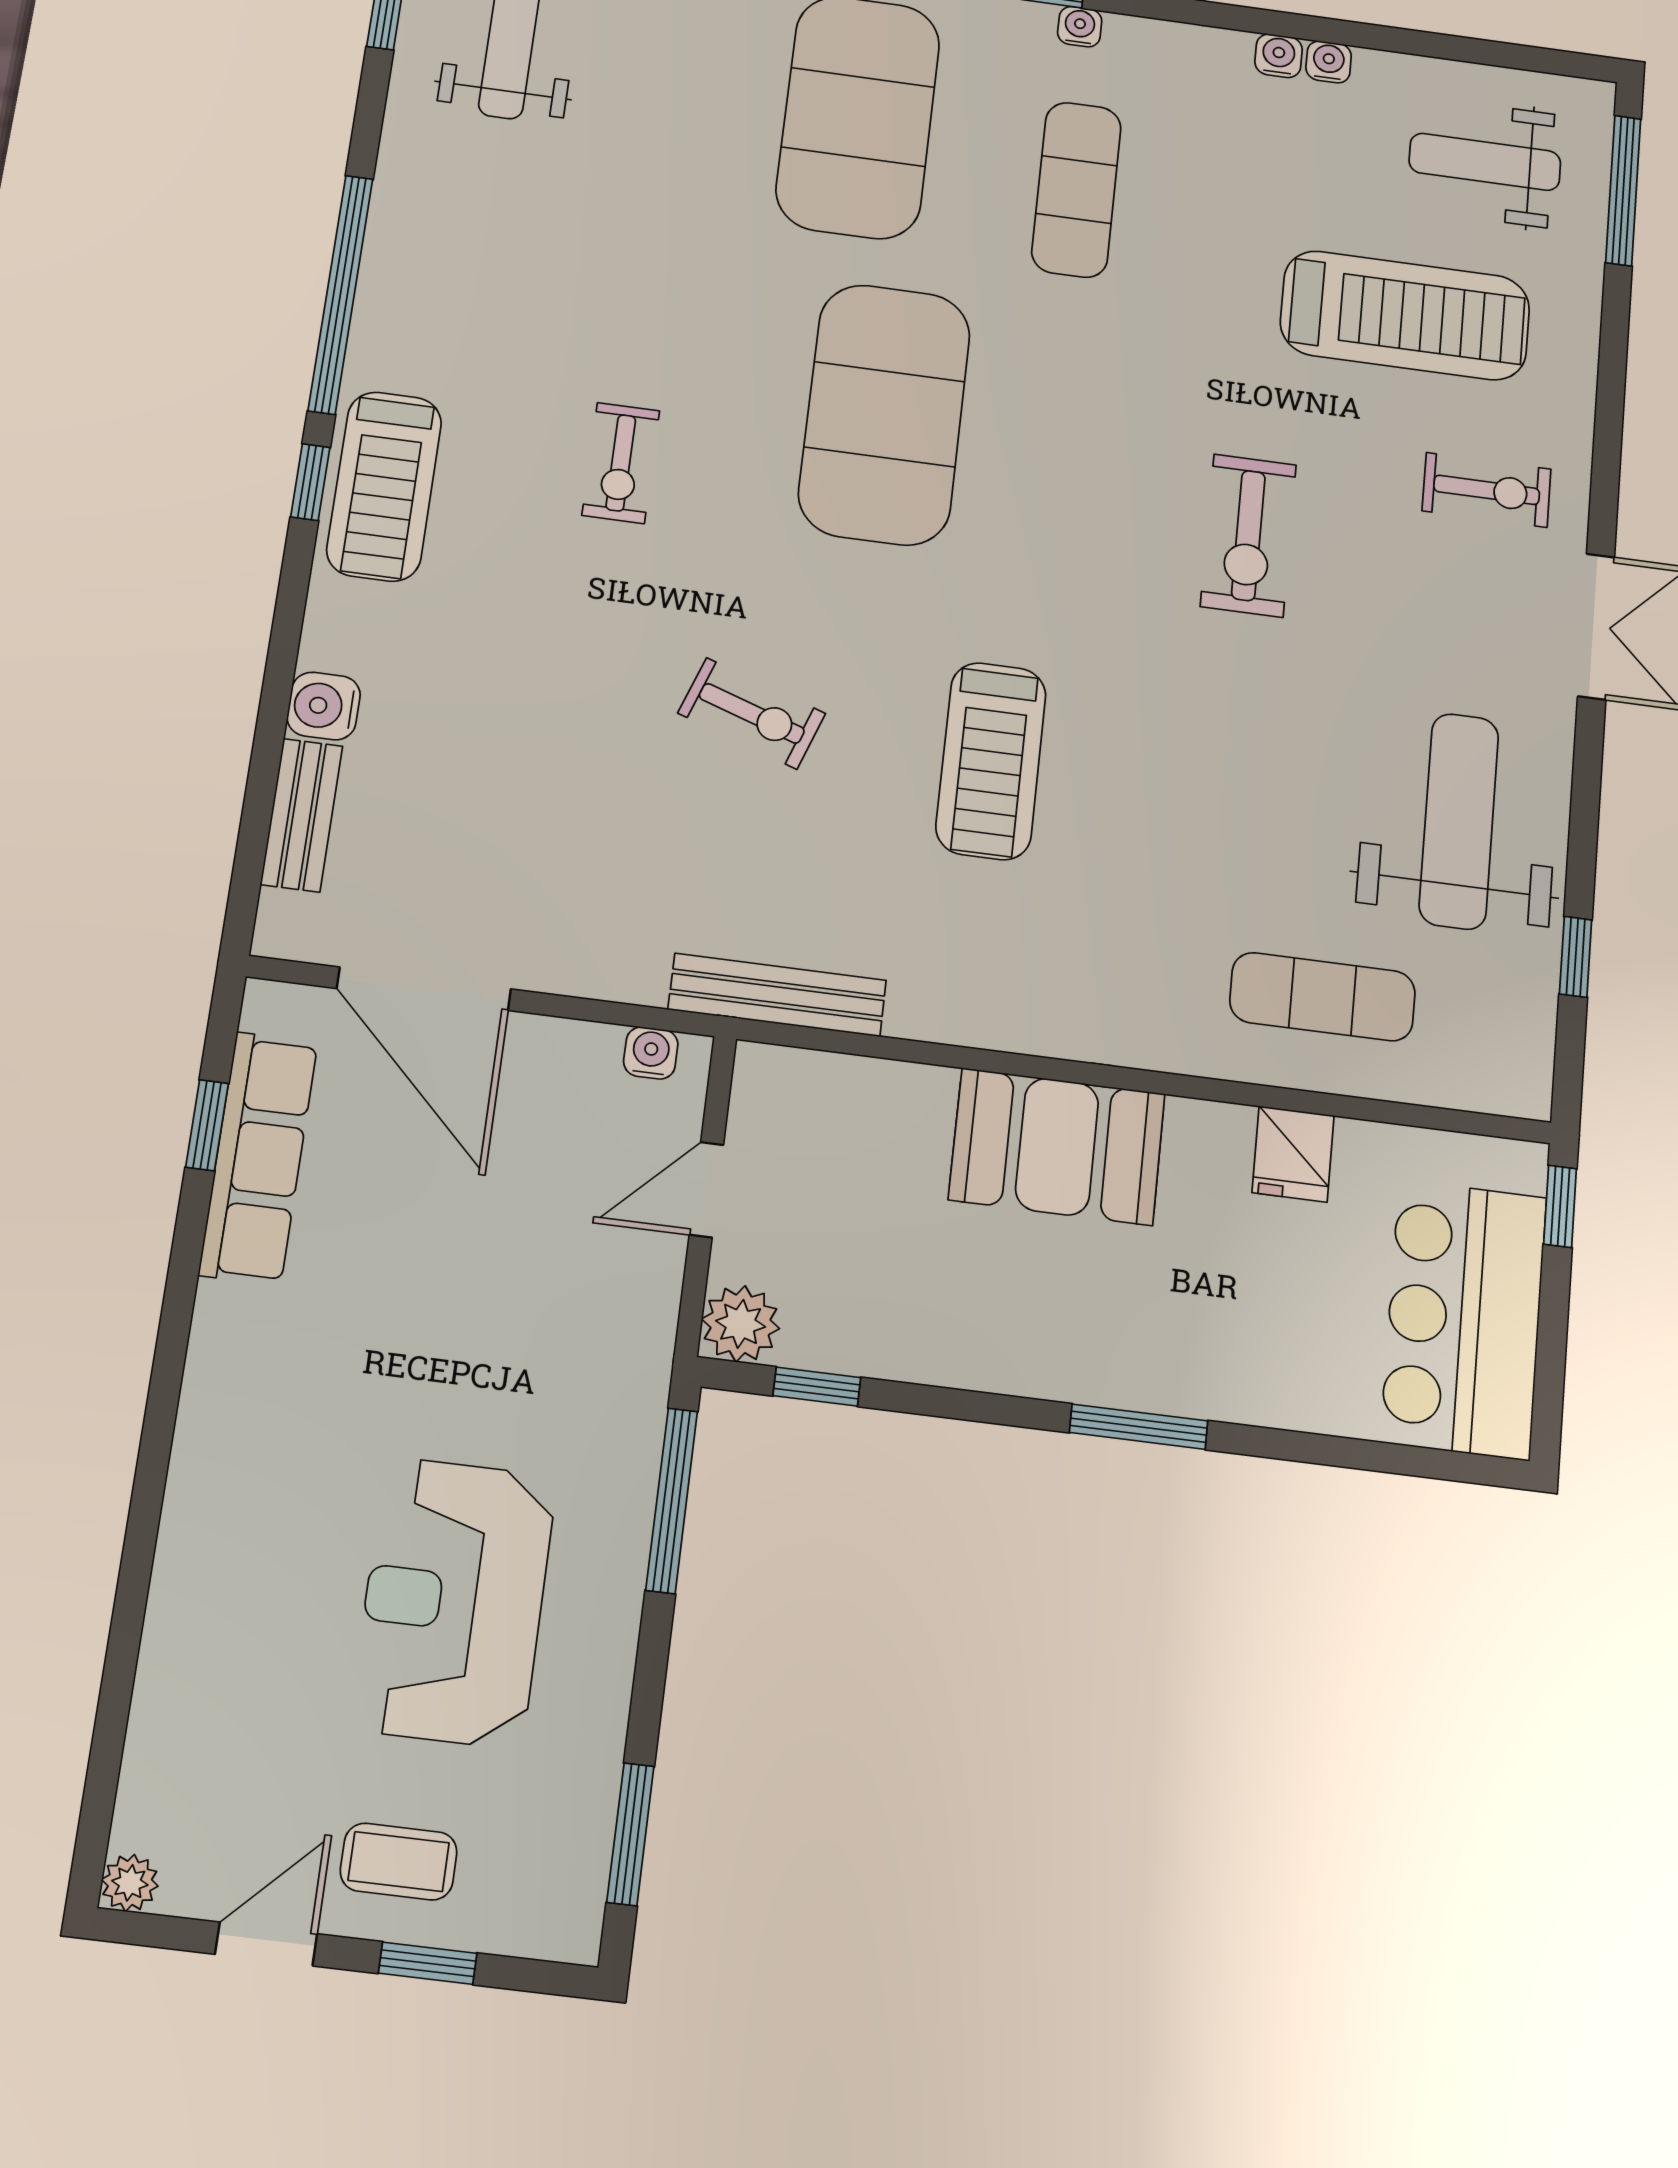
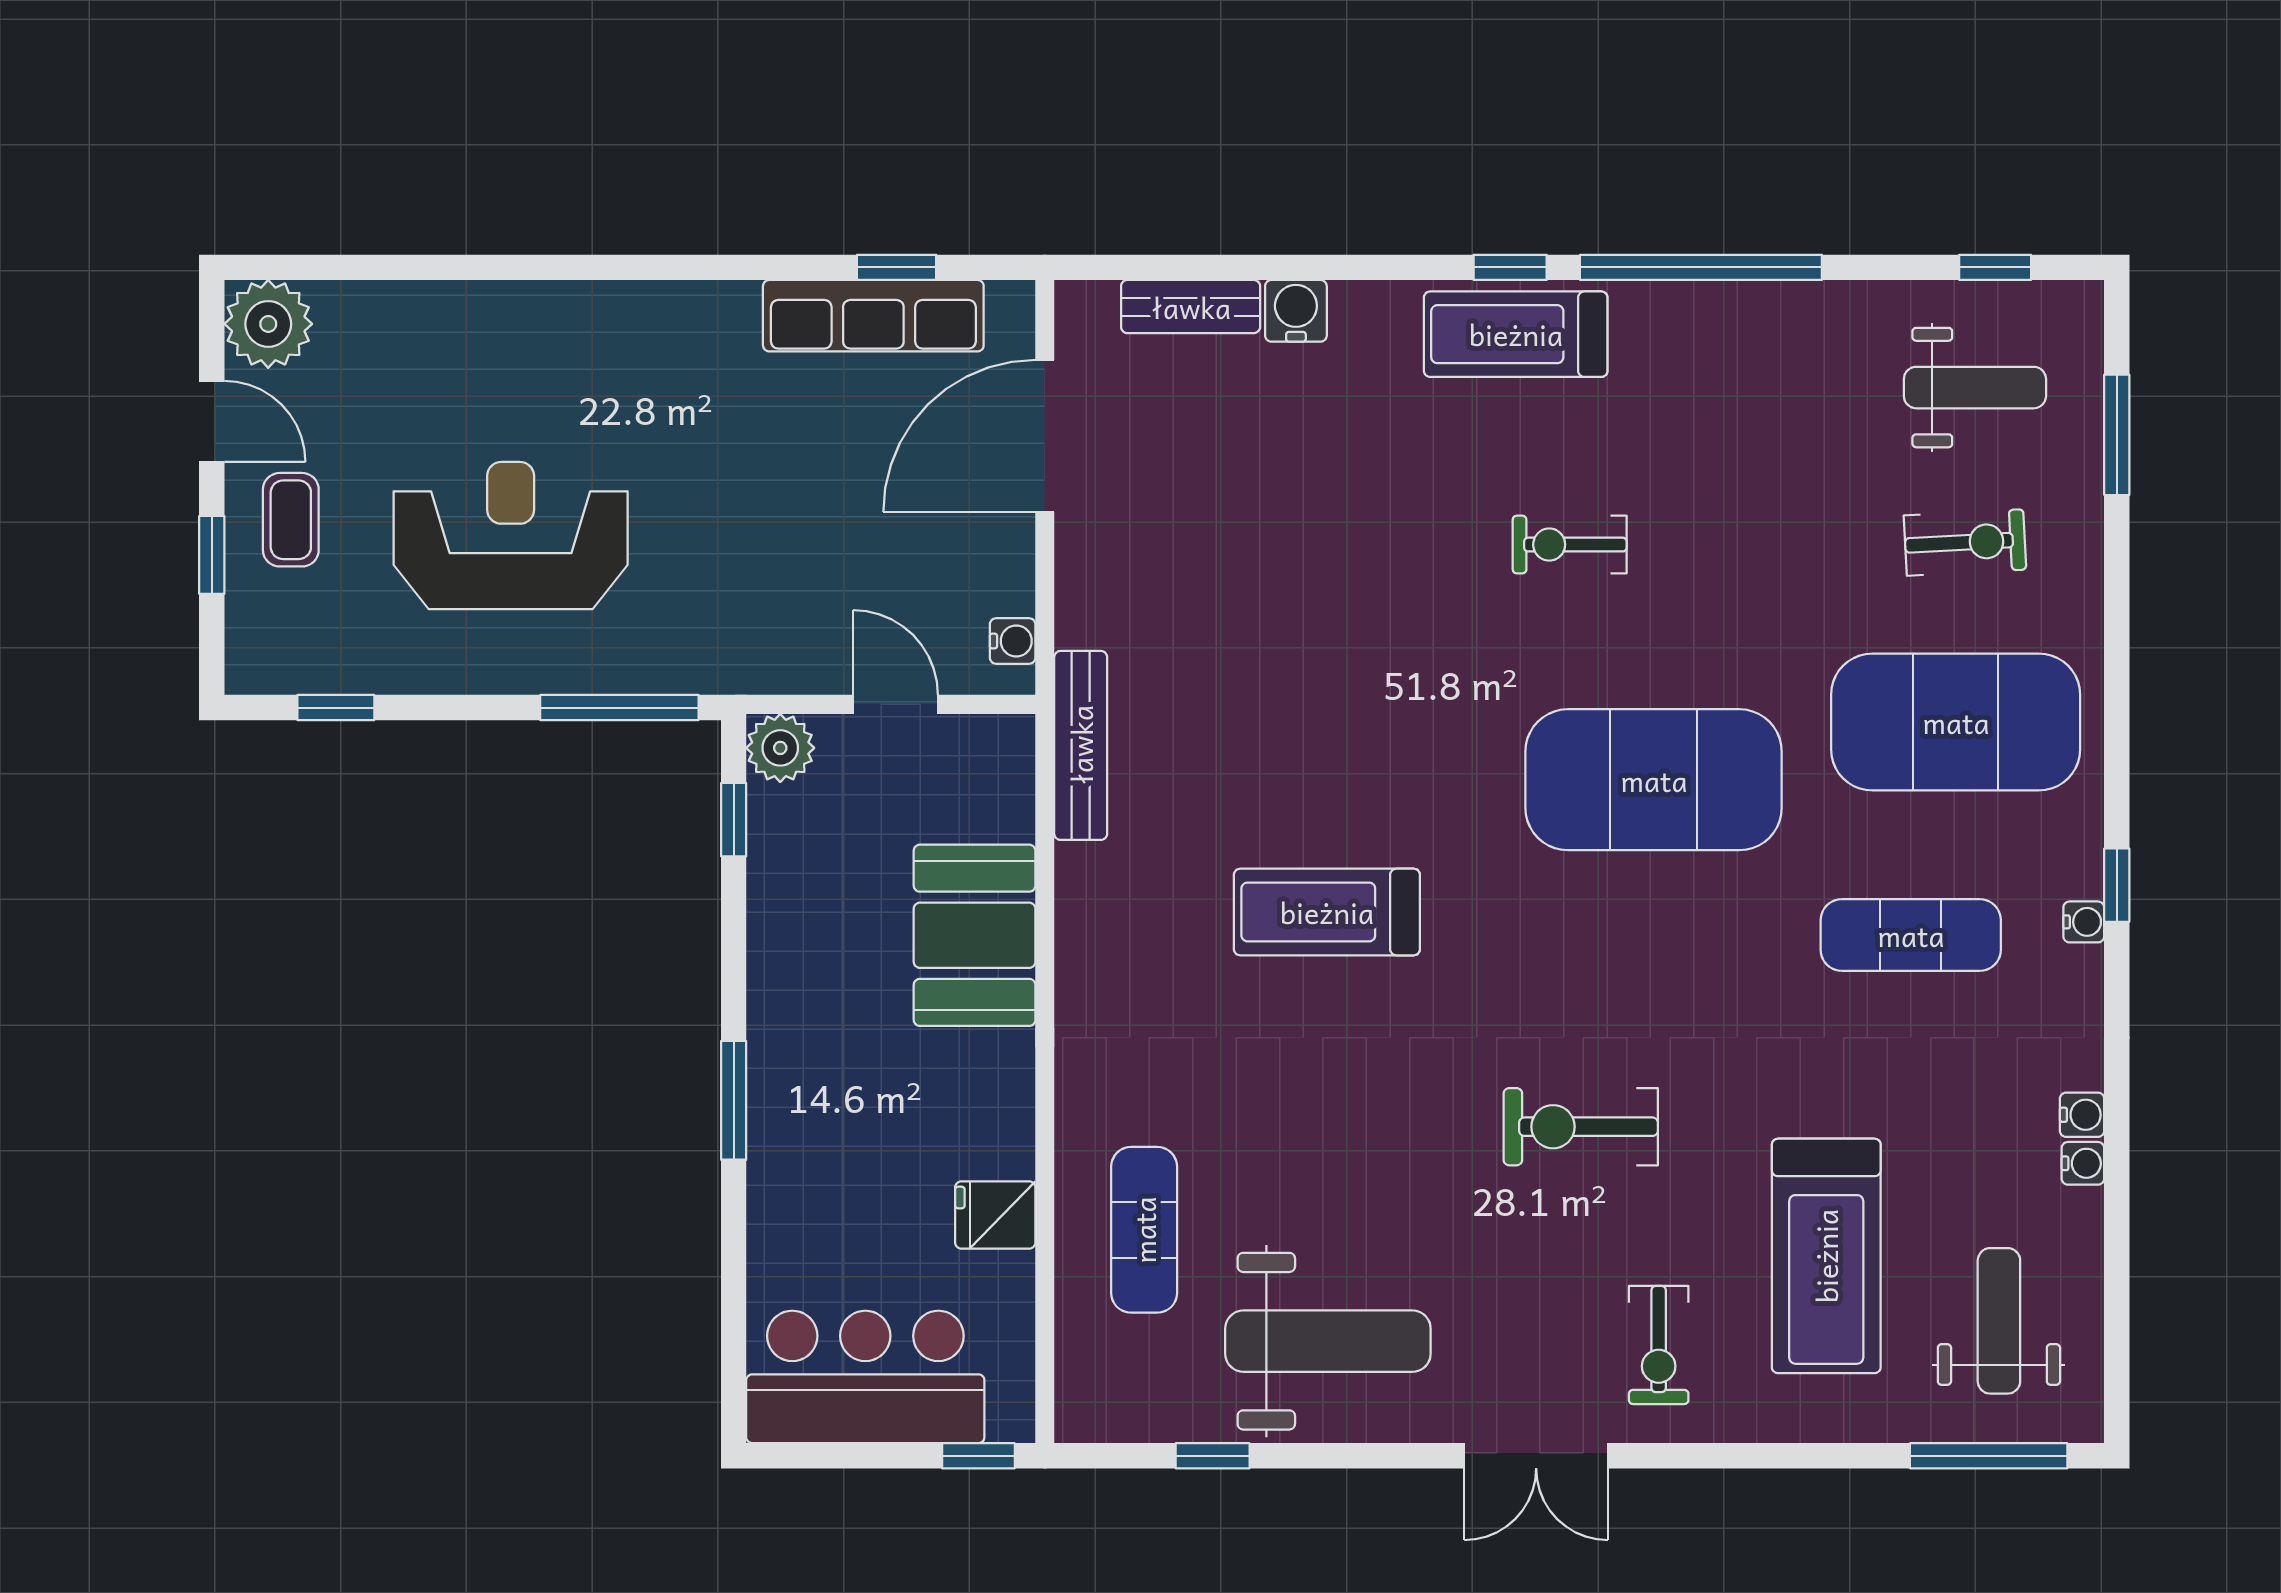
exercise bike: (752, 713) -> (1965, 542), moved, turned -112
booth: (1057, 1147) -> (975, 935), moved
window: (630, 1834) -> (336, 708), width x0.67
plant: (130, 1883) -> (268, 324), width x1.87, depth x1.87

